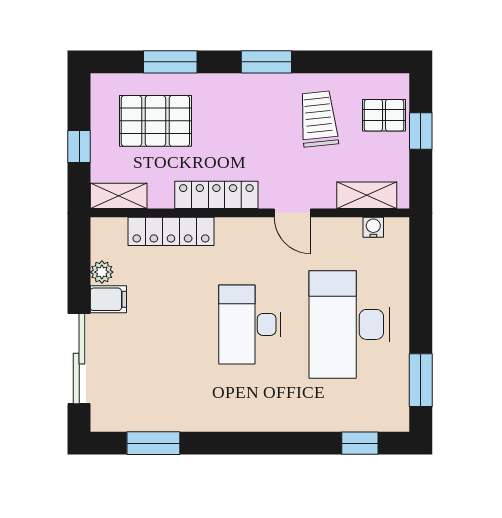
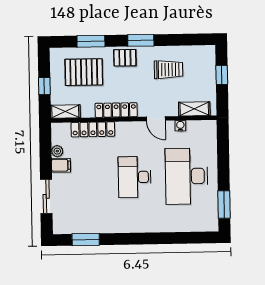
pallet: (384, 115) -> (125, 58), moved
trolley: (318, 119) -> (169, 70), turned 96
water cooler: (373, 227) -> (180, 126), moved
sliding door: (79, 359) -> (46, 196), width x0.73
window: (360, 443) -> (193, 238), removed

